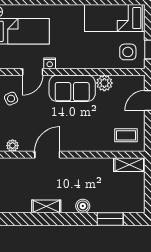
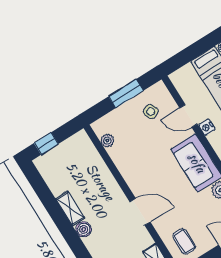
door: (47, 155) -> (140, 212), moved
boiler: (83, 206) -> (84, 229), moved

